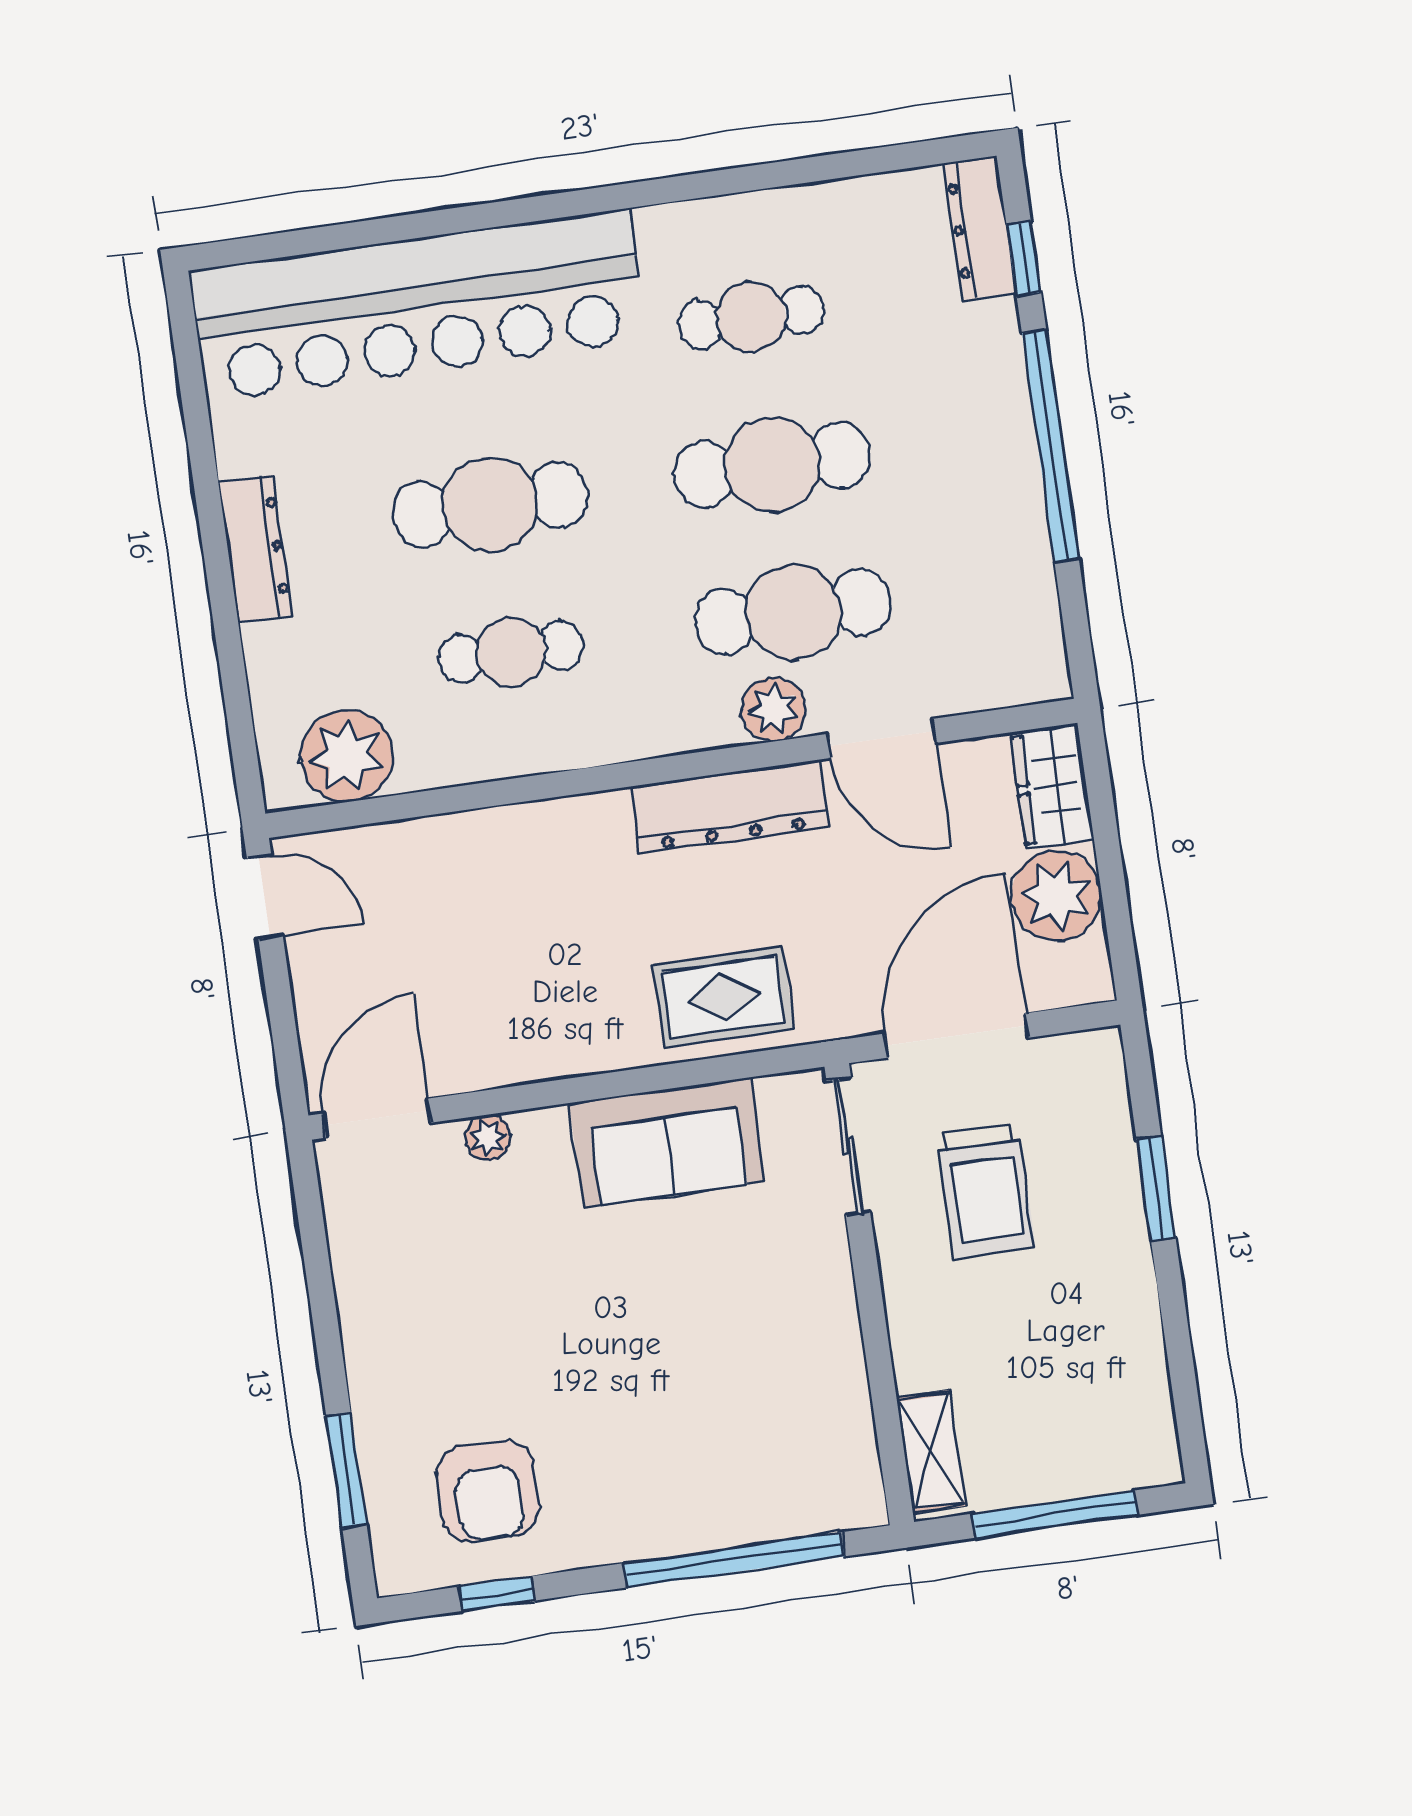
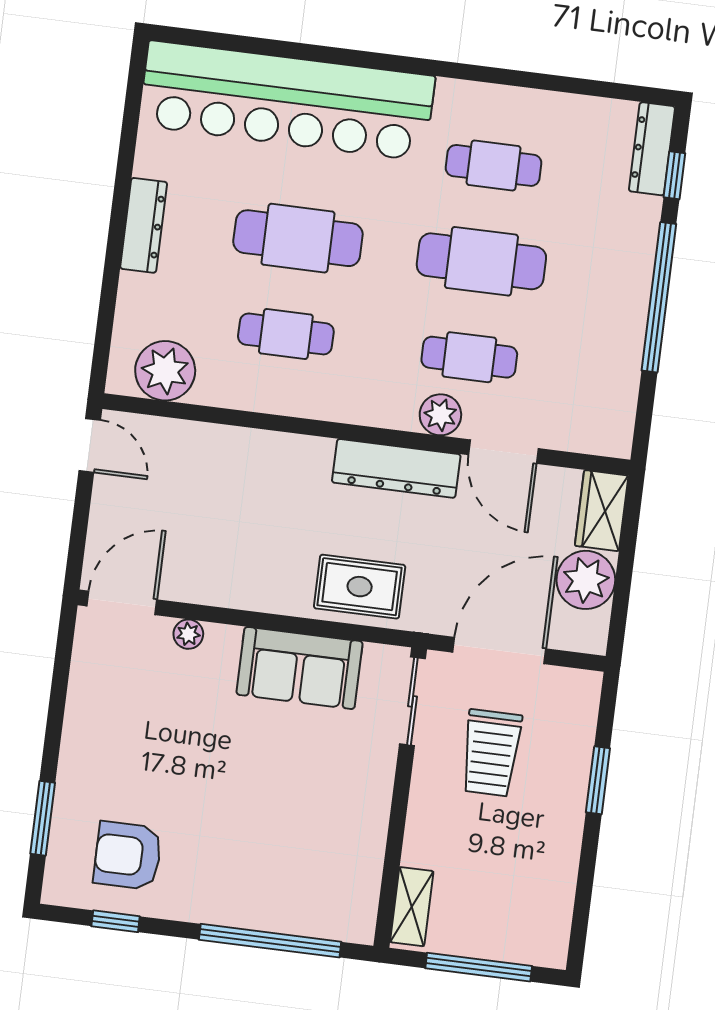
cafe table: (793, 612) -> (469, 357), width x0.73, depth x0.74
armchair: (488, 1491) -> (128, 856), turned 90

